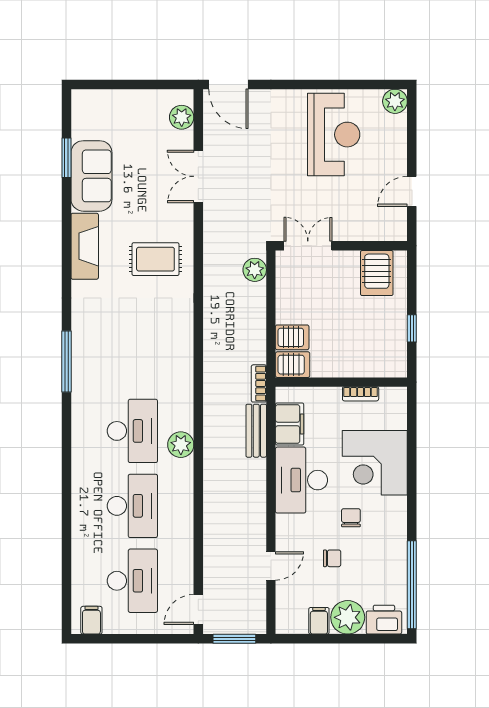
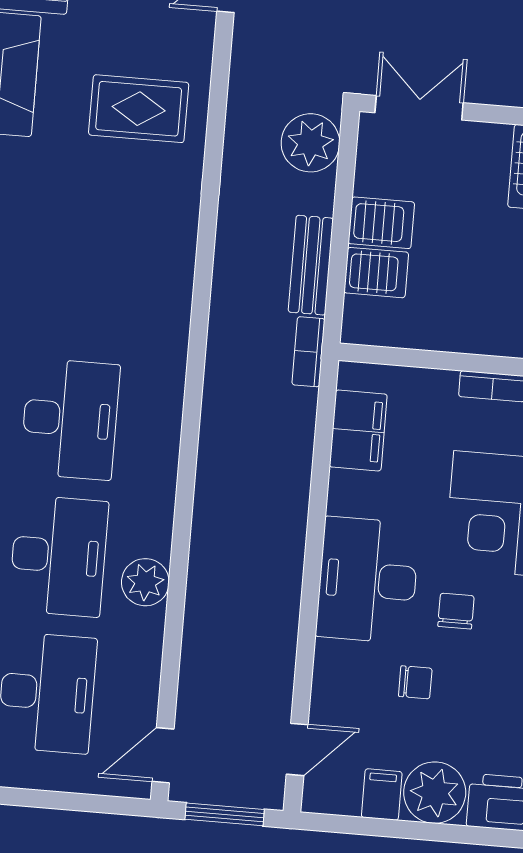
plant: (255, 270) -> (310, 143), width x1.36, depth x1.36
server rack: (293, 365) -> (381, 223), moved
bench: (256, 431) -> (311, 265), moved
plant: (181, 445) -> (145, 582), moved
desk: (301, 480) -> (368, 580), moved
door: (271, 566) -> (297, 749), moved

